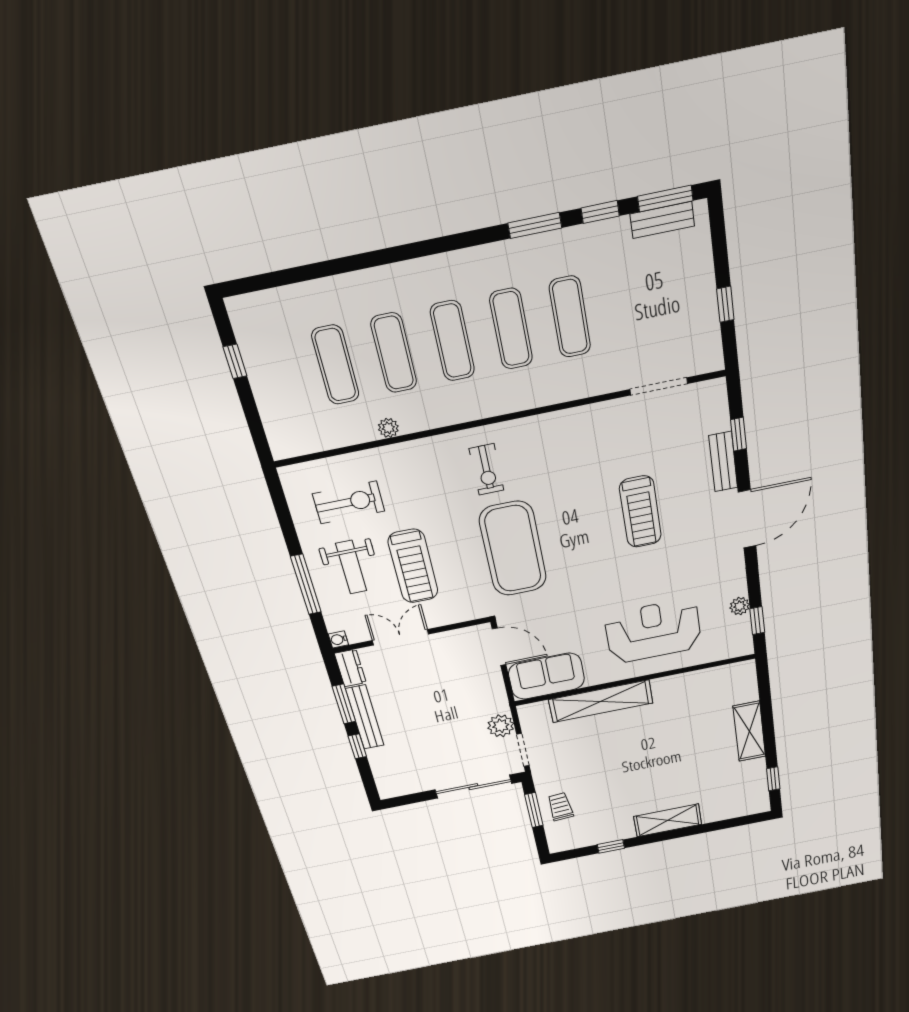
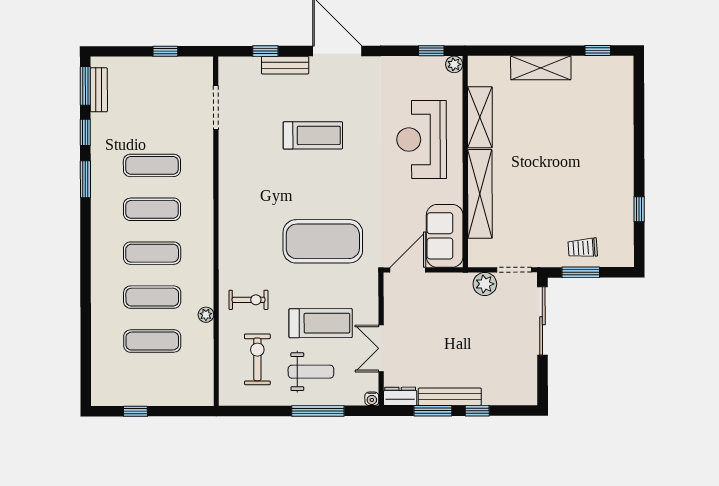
exercise bike: (486, 469) -> (249, 300), moved
plant: (740, 606) -> (454, 64), moved
shelving: (668, 820) -> (480, 117), moved

